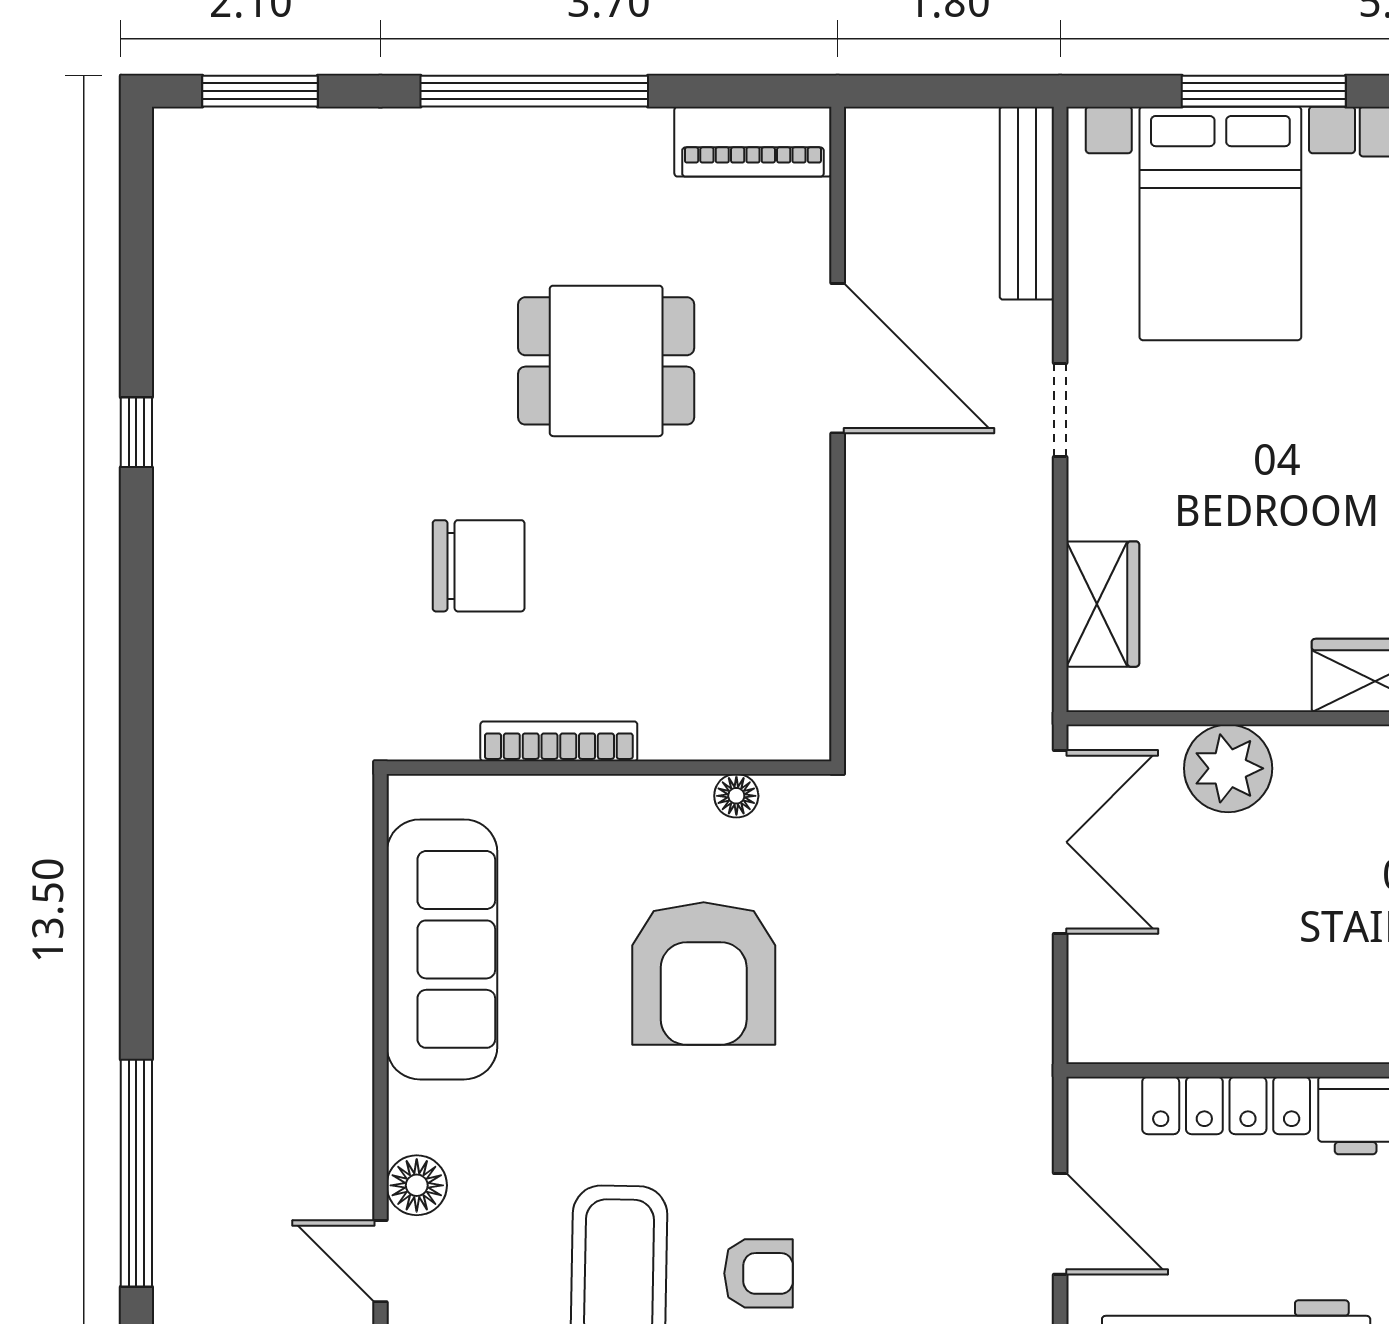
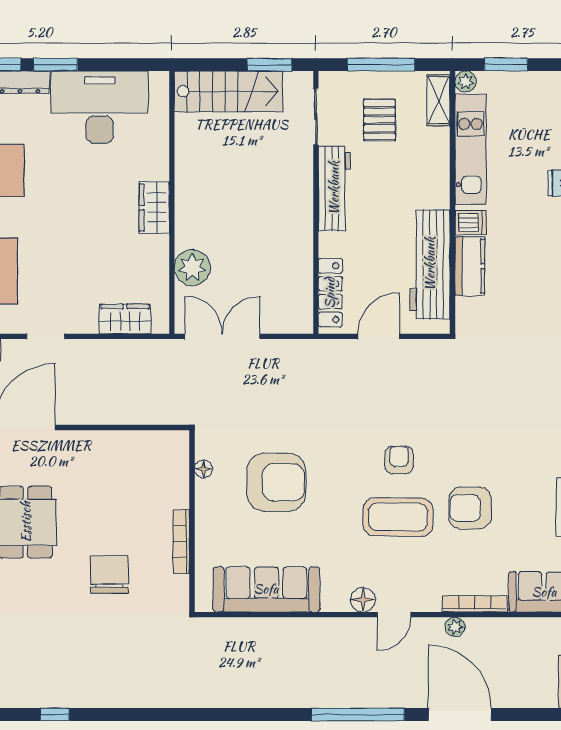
locker: (1226, 1105) -> (330, 293), moved

